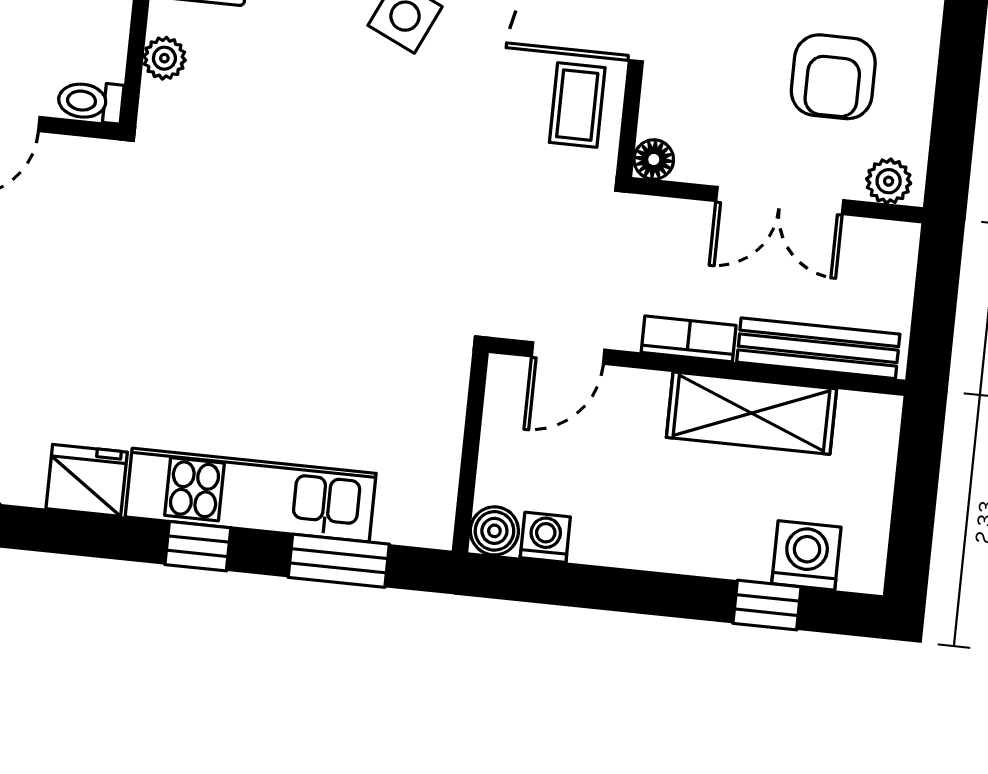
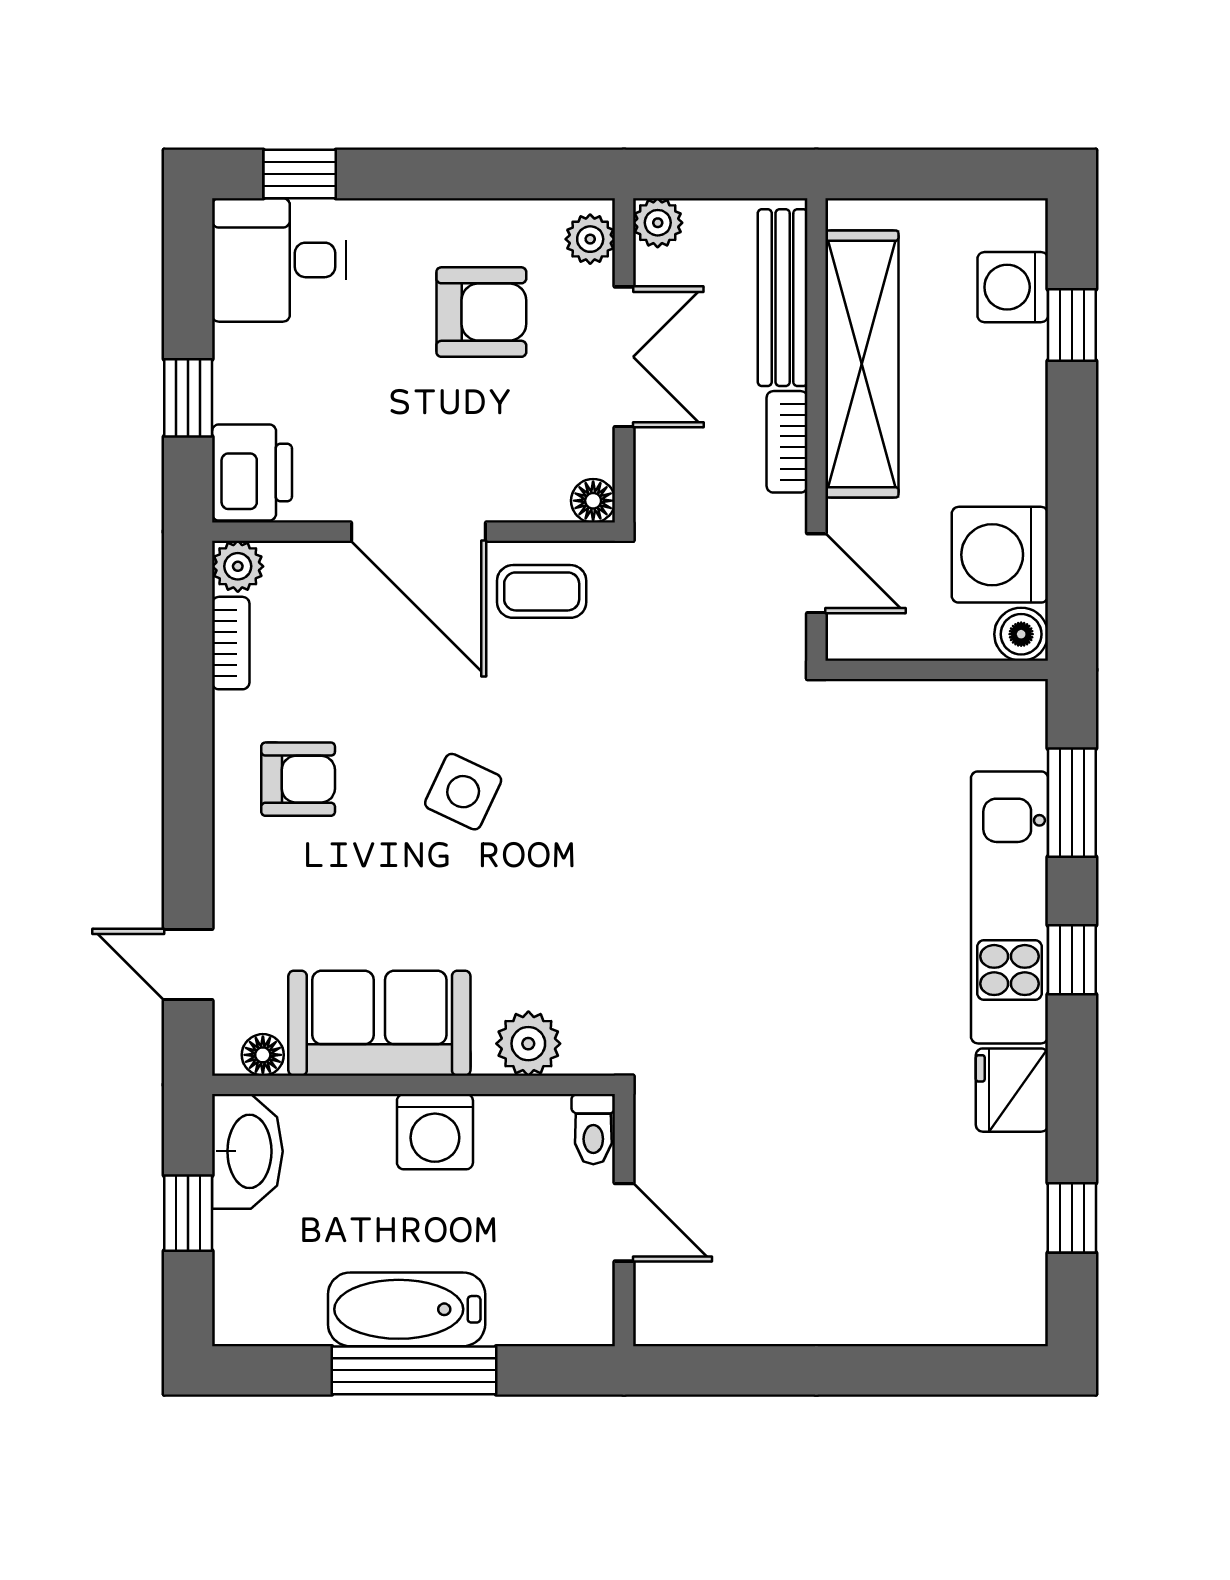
plant: (164, 58) -> (528, 1044), width x1.38, depth x1.38
plant: (897, 243) -> (658, 223), added
shelving: (751, 413) -> (862, 364), width x1.47
washing machine: (545, 537) -> (1000, 555), width x1.89, depth x1.89

